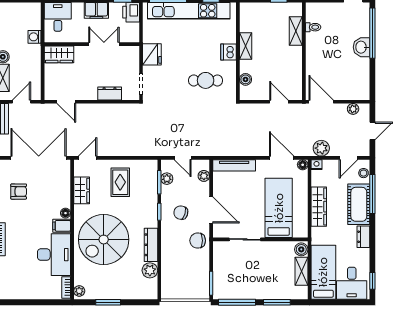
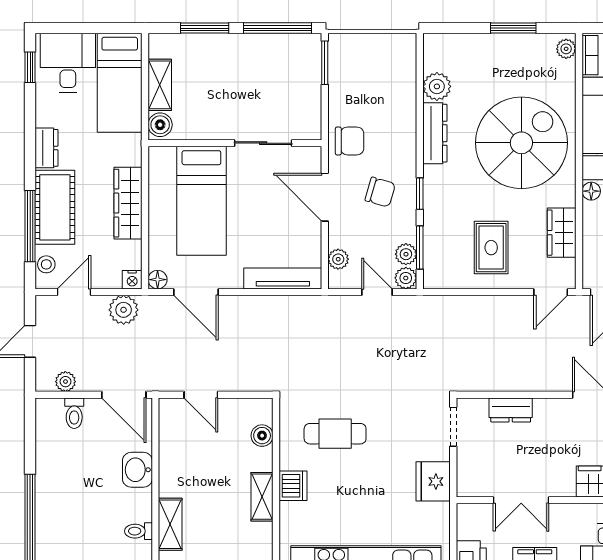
washbasin: (361, 47) -> (137, 470), moved, turned 180
toilet: (348, 92) -> (74, 413), added
plant: (167, 166) -> (406, 278), added

